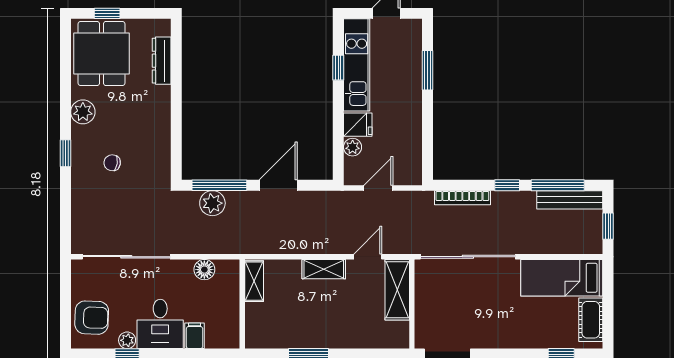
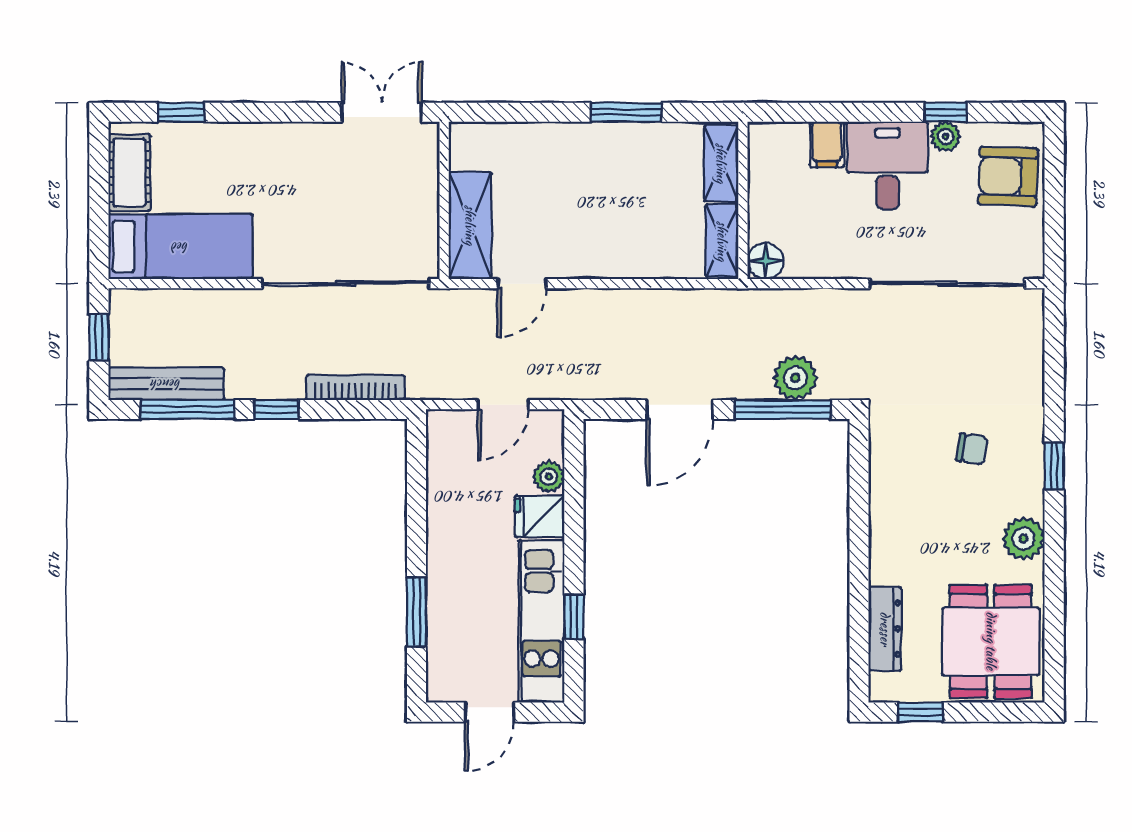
window: (107, 13) -> (921, 712), moved
shelving: (324, 269) -> (721, 163), moved, turned 90
floor lamp: (204, 270) -> (765, 261), moved

